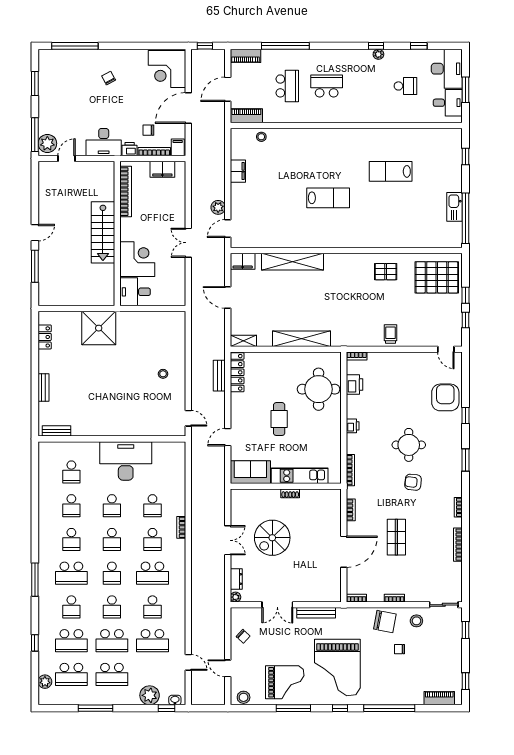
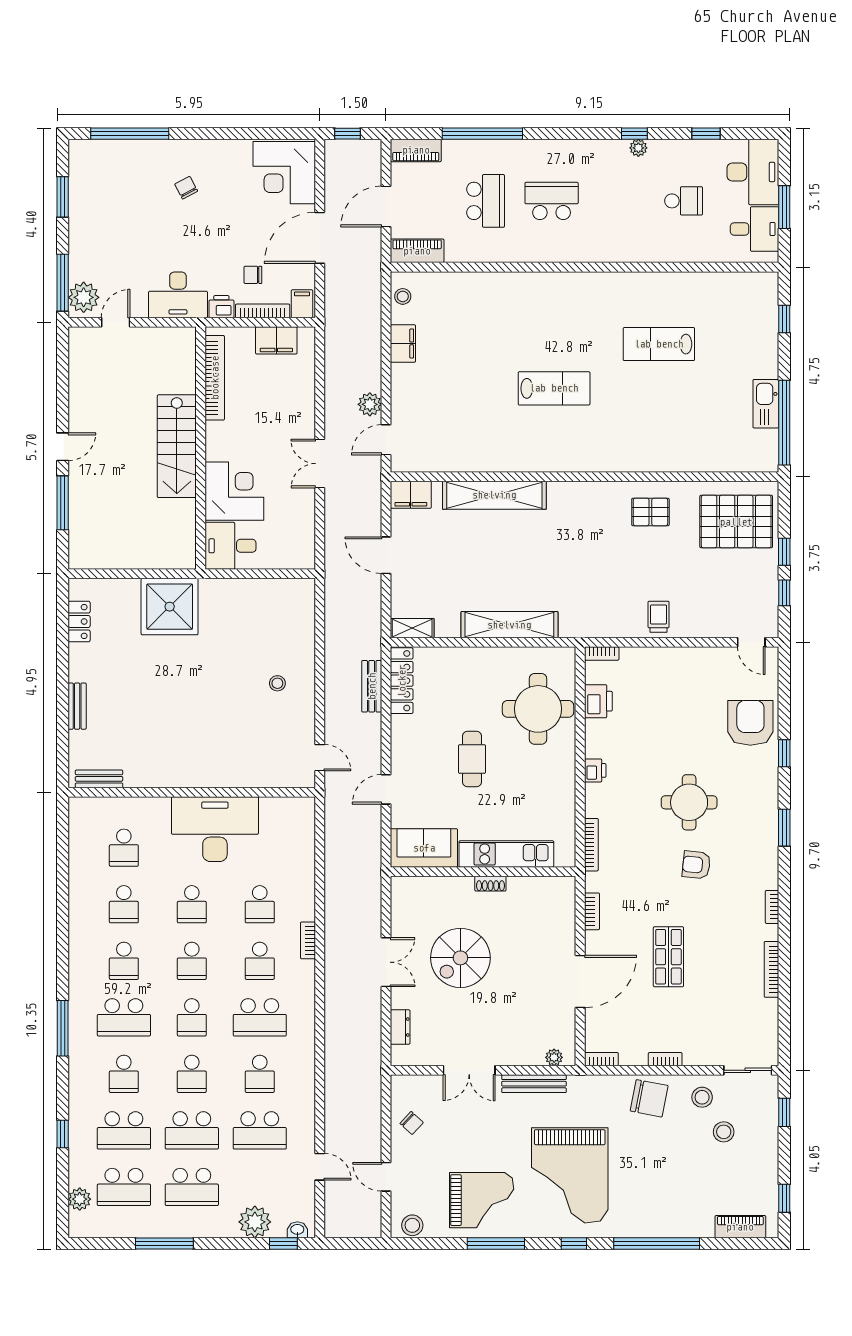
stool: (261, 137) -> (403, 296), moved
plant: (236, 597) -> (554, 1057), moved
stool: (429, 642) -> (724, 1132), added
chair: (399, 649) -> (674, 1145), removed

